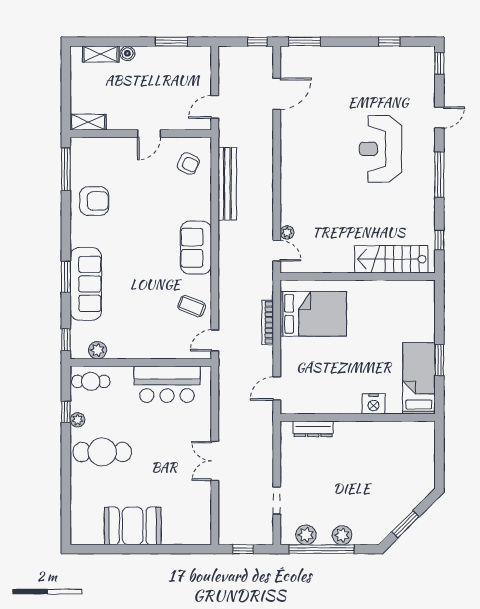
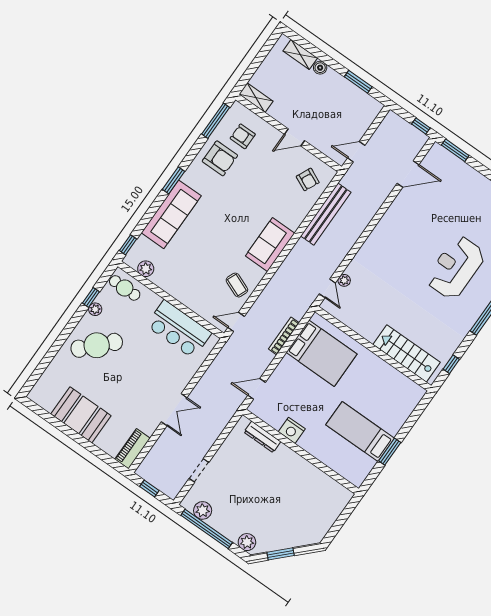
armchair: (101, 166) -> (243, 136), added
window: (66, 277) -> (174, 180), moved
bed: (419, 378) -> (360, 431), moved, turned -90
nightstand: (374, 404) -> (292, 430), moved
cafe table: (102, 452) -> (97, 345), turned -46
double door: (215, 461) -> (174, 410), swing flipped
piano: (202, 524) -> (133, 449), added
plant: (342, 535) -> (247, 542), moved

